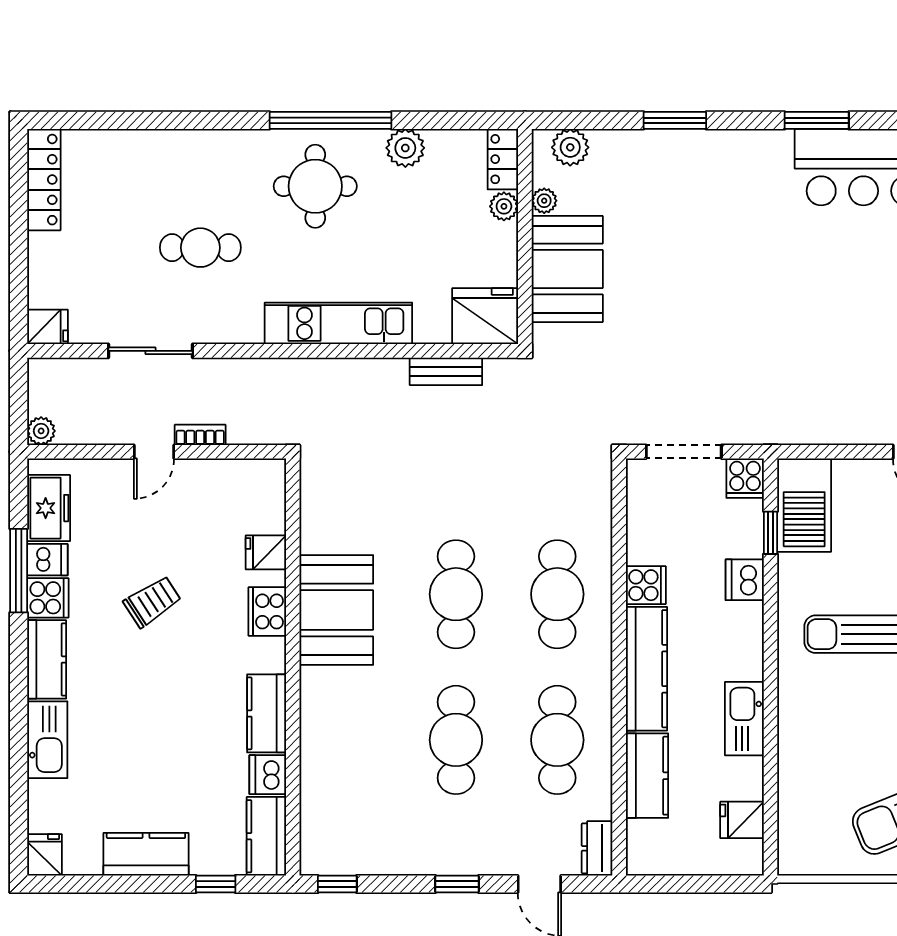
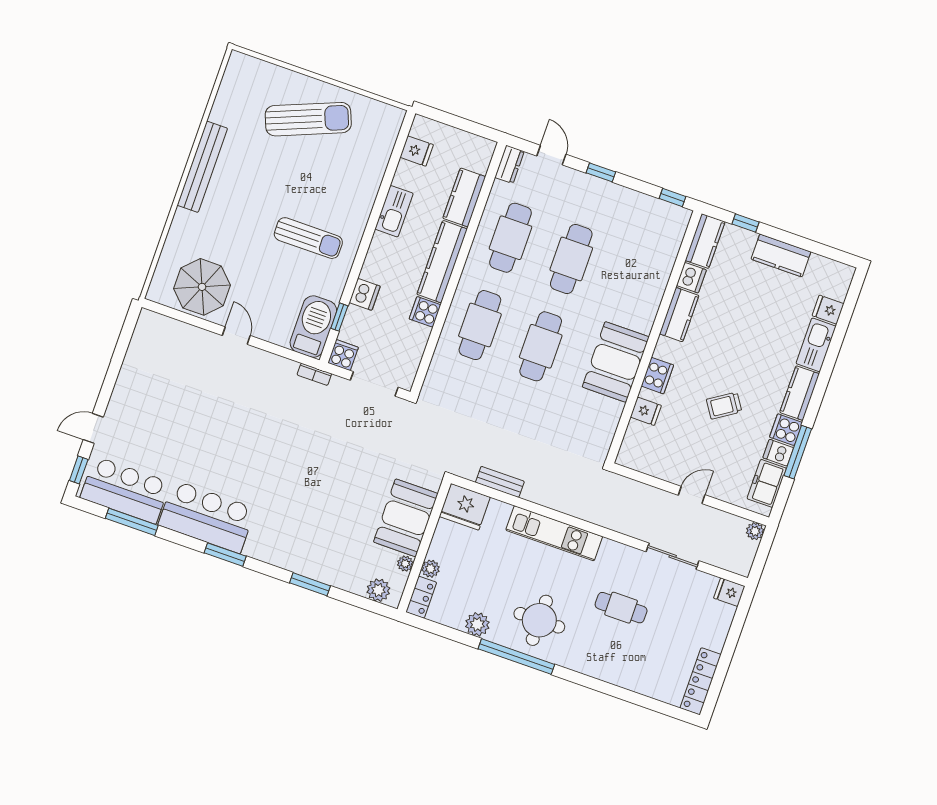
bookcase: (200, 435) -> (314, 374), moved
fridge: (44, 855) -> (828, 310), moved, turned 90

